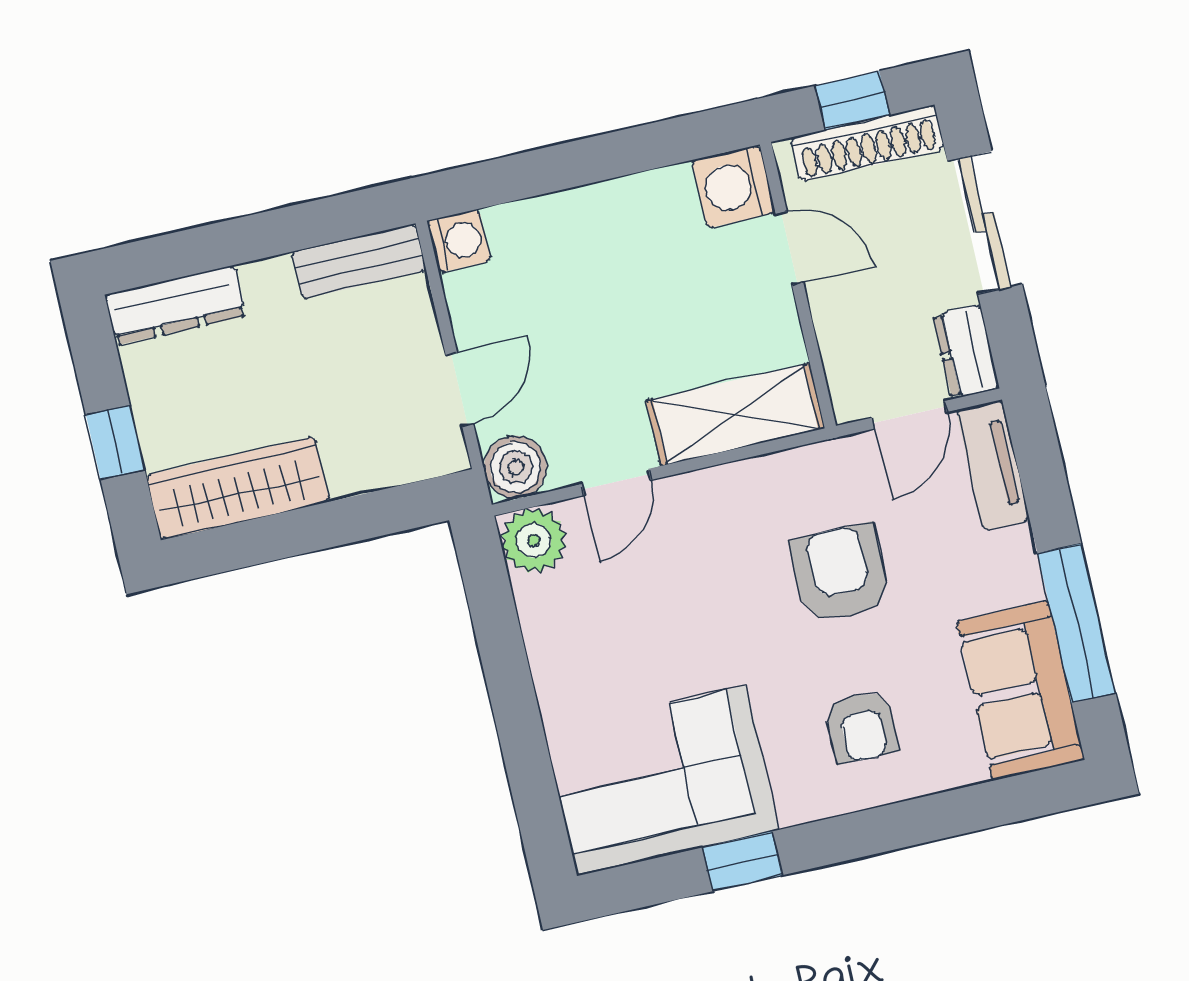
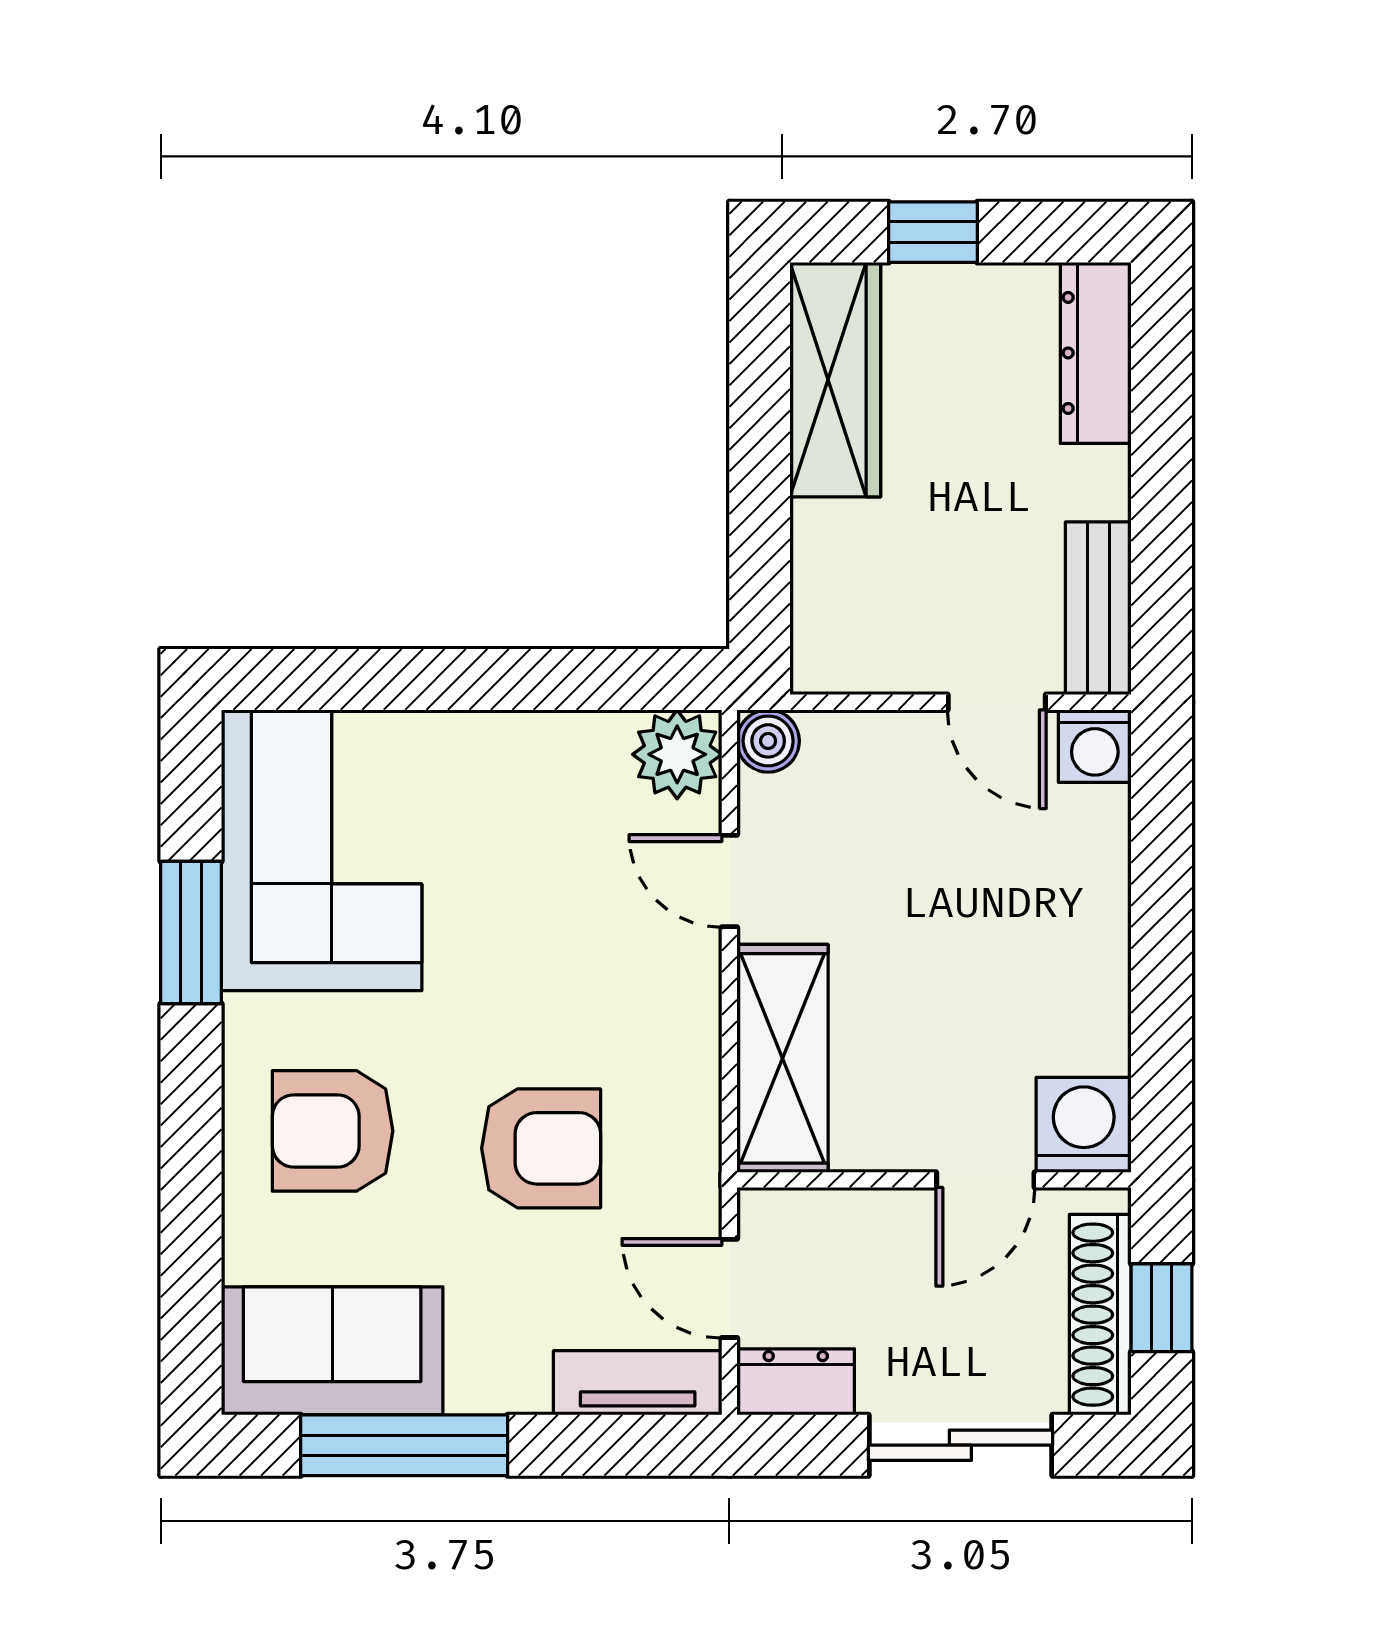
door: (460, 390) -> (997, 702), moved
boiler: (515, 467) -> (768, 741), width x0.73, depth x0.73
armchair: (862, 727) -> (333, 1131), width x1.38, depth x1.38
window: (742, 861) -> (191, 932), width x1.50

